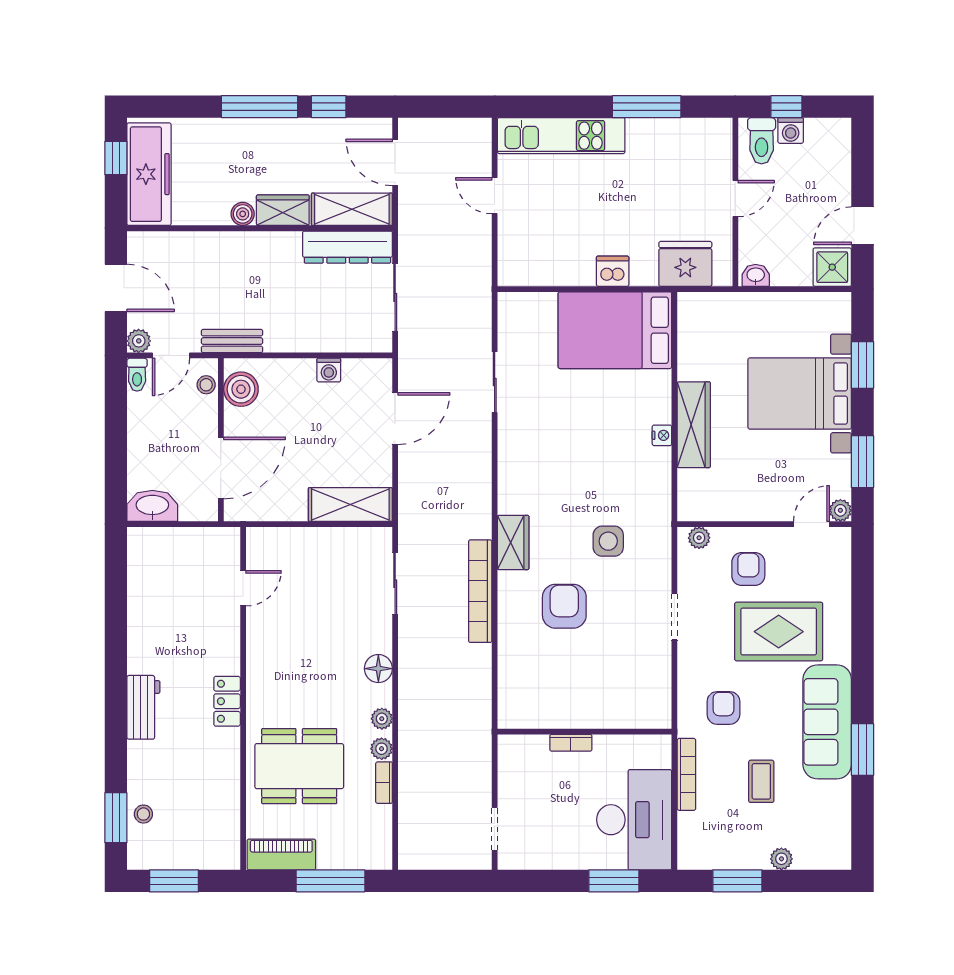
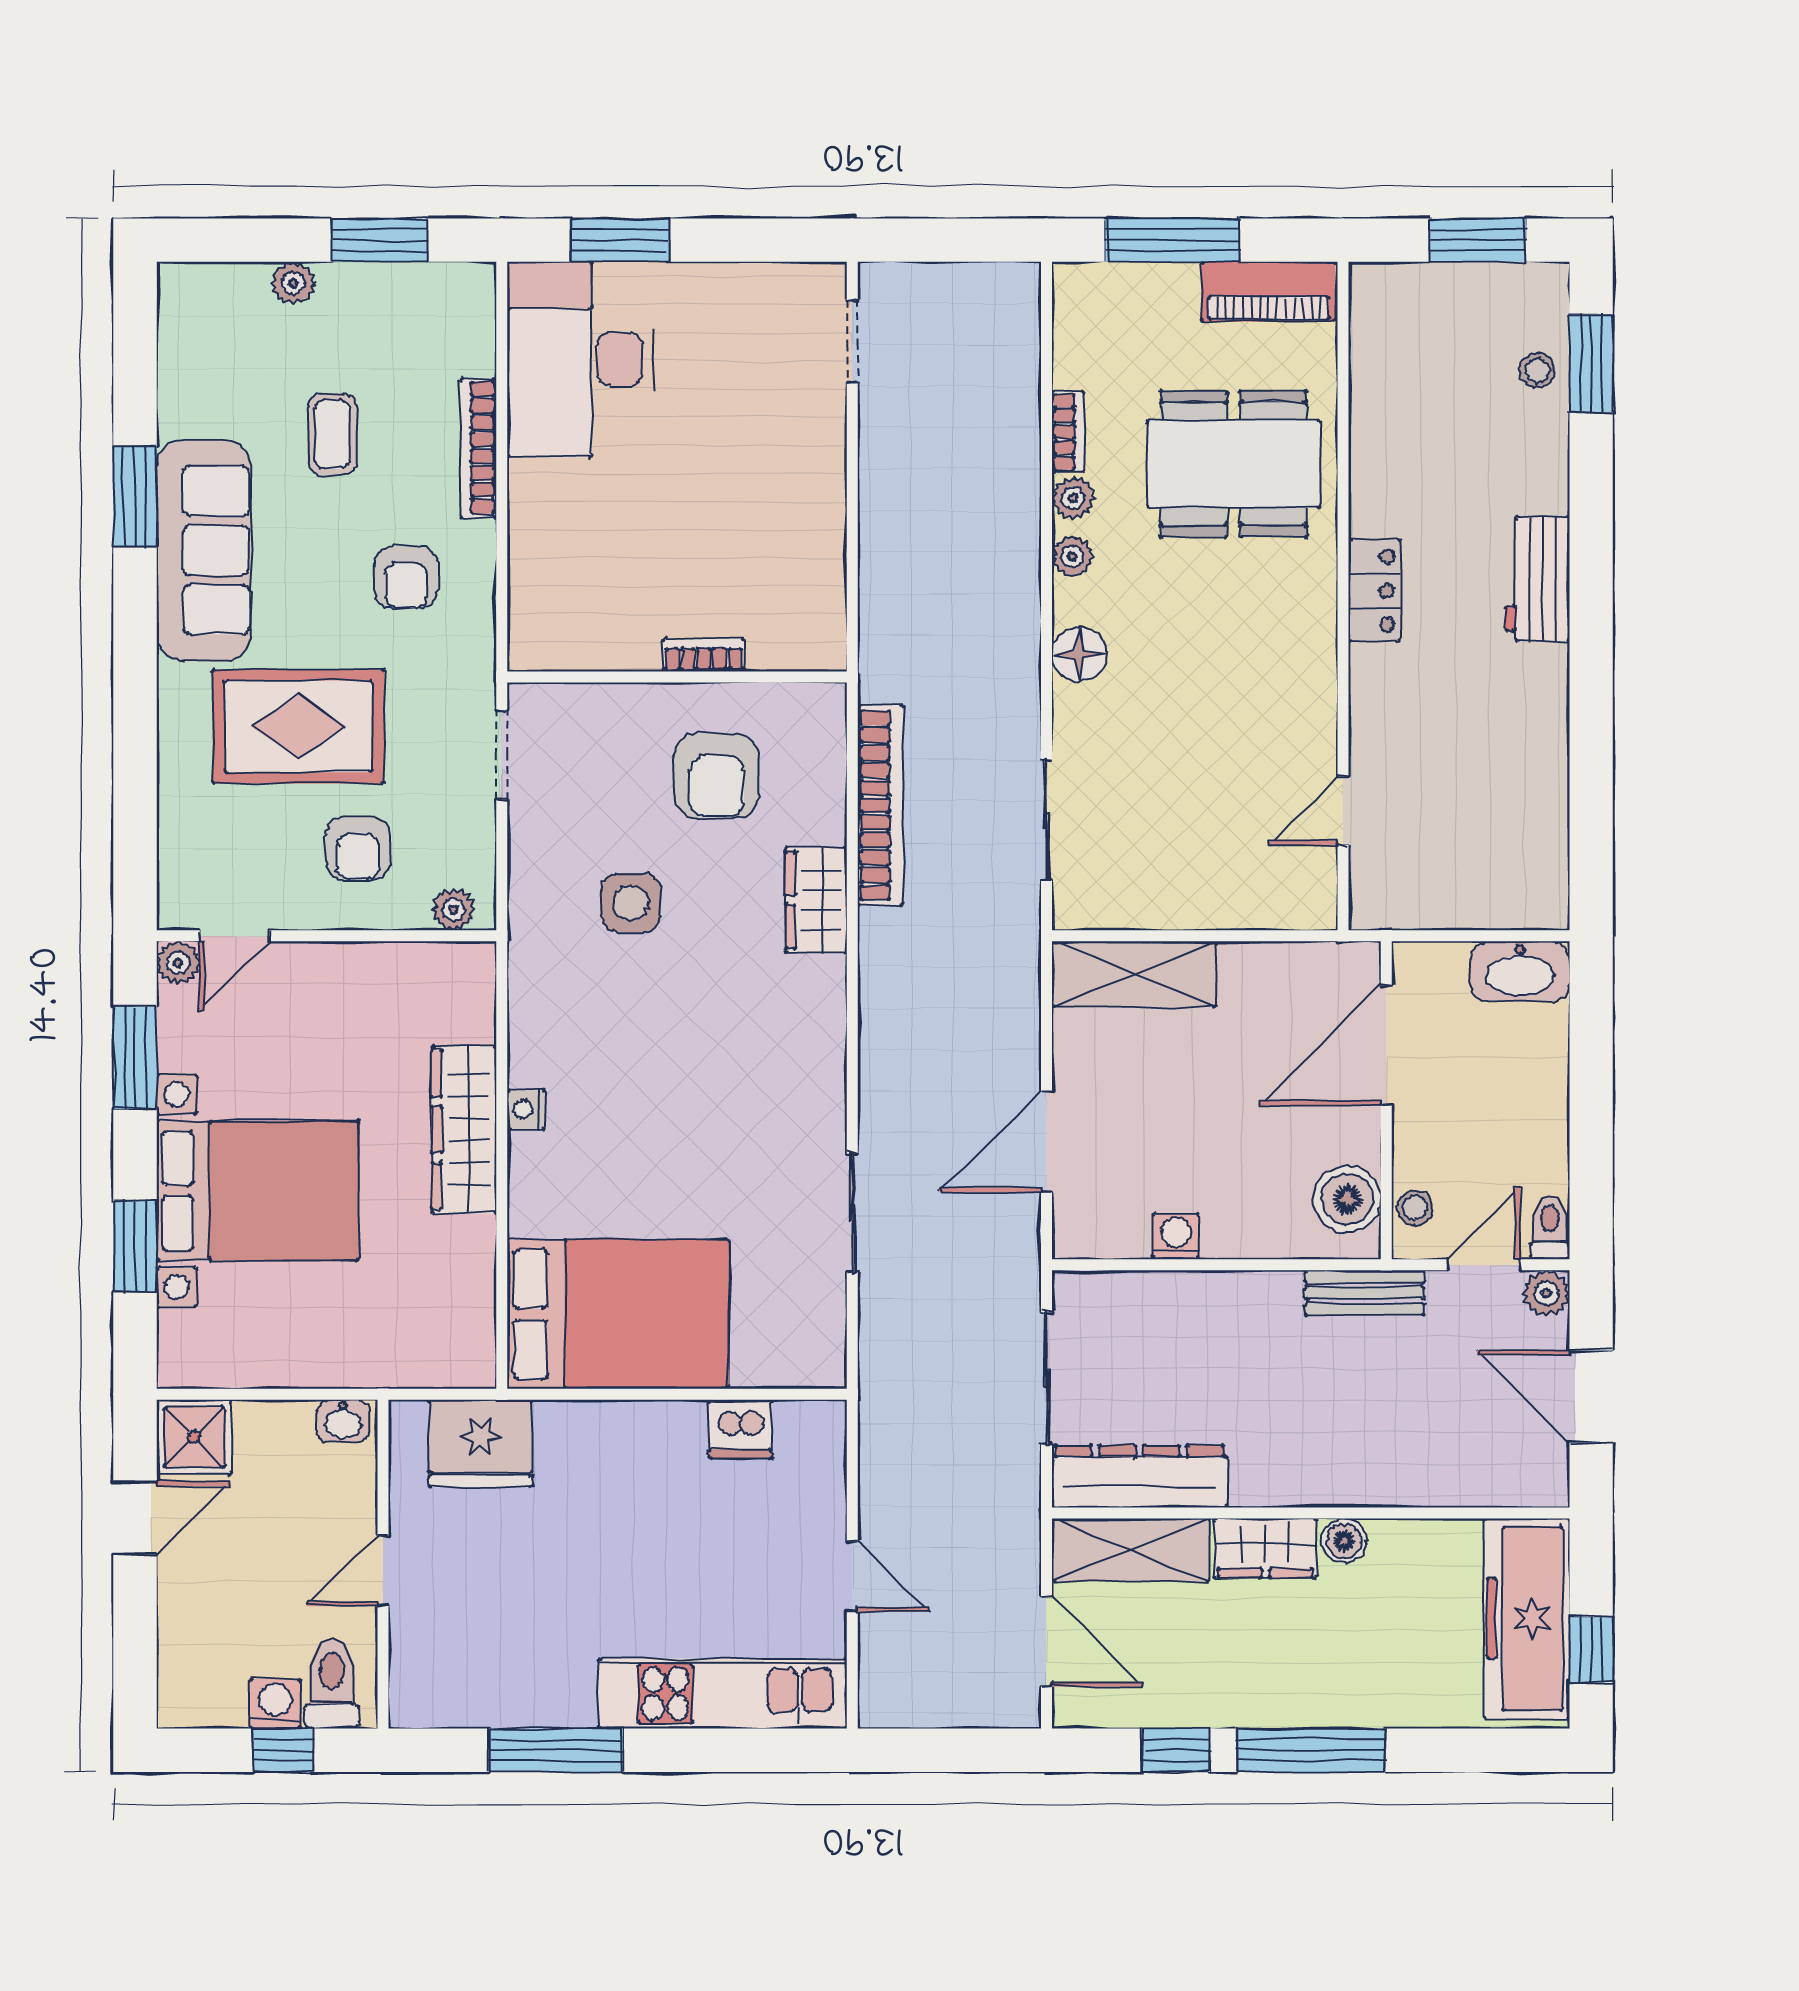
dishwasher: (613, 271) -> (740, 1429), moved
wall: (585, 732) -> (677, 677), moved
bookcase: (571, 743) -> (704, 655), moved

